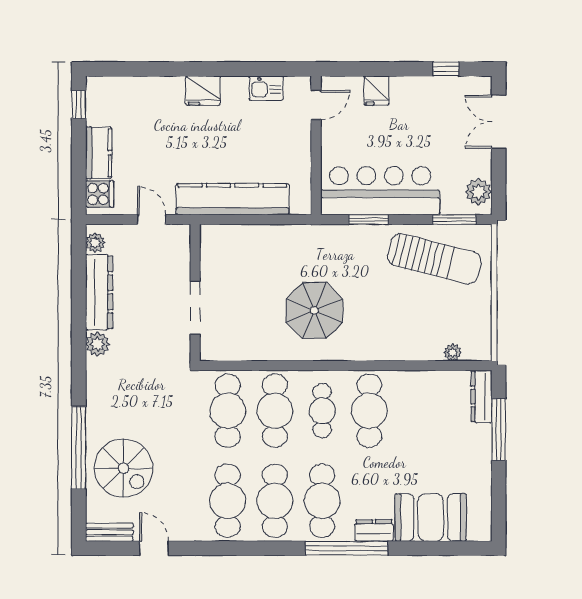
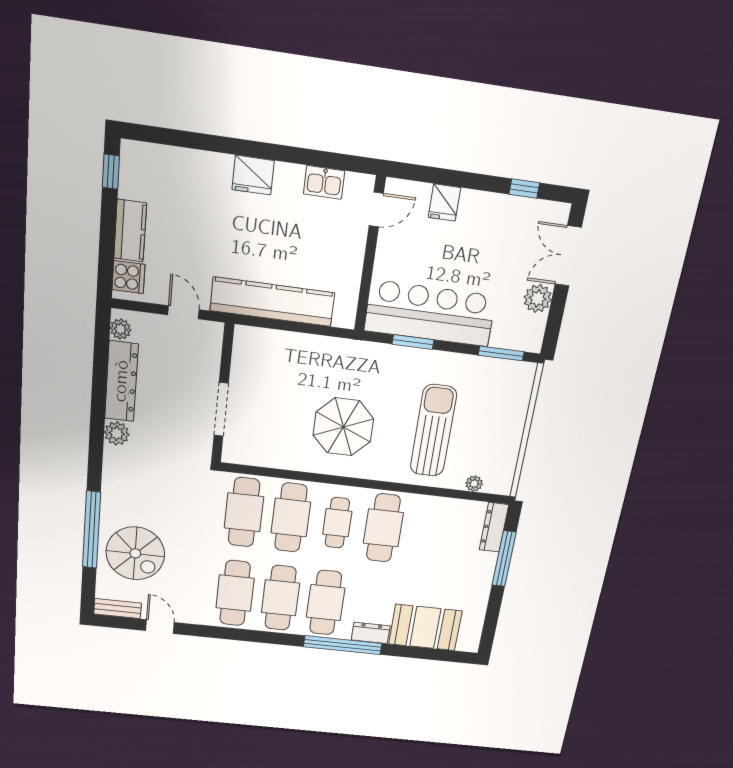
plant: (478, 192) -> (538, 298), moved
sun lounger: (434, 259) -> (433, 431), moved, turned -104

